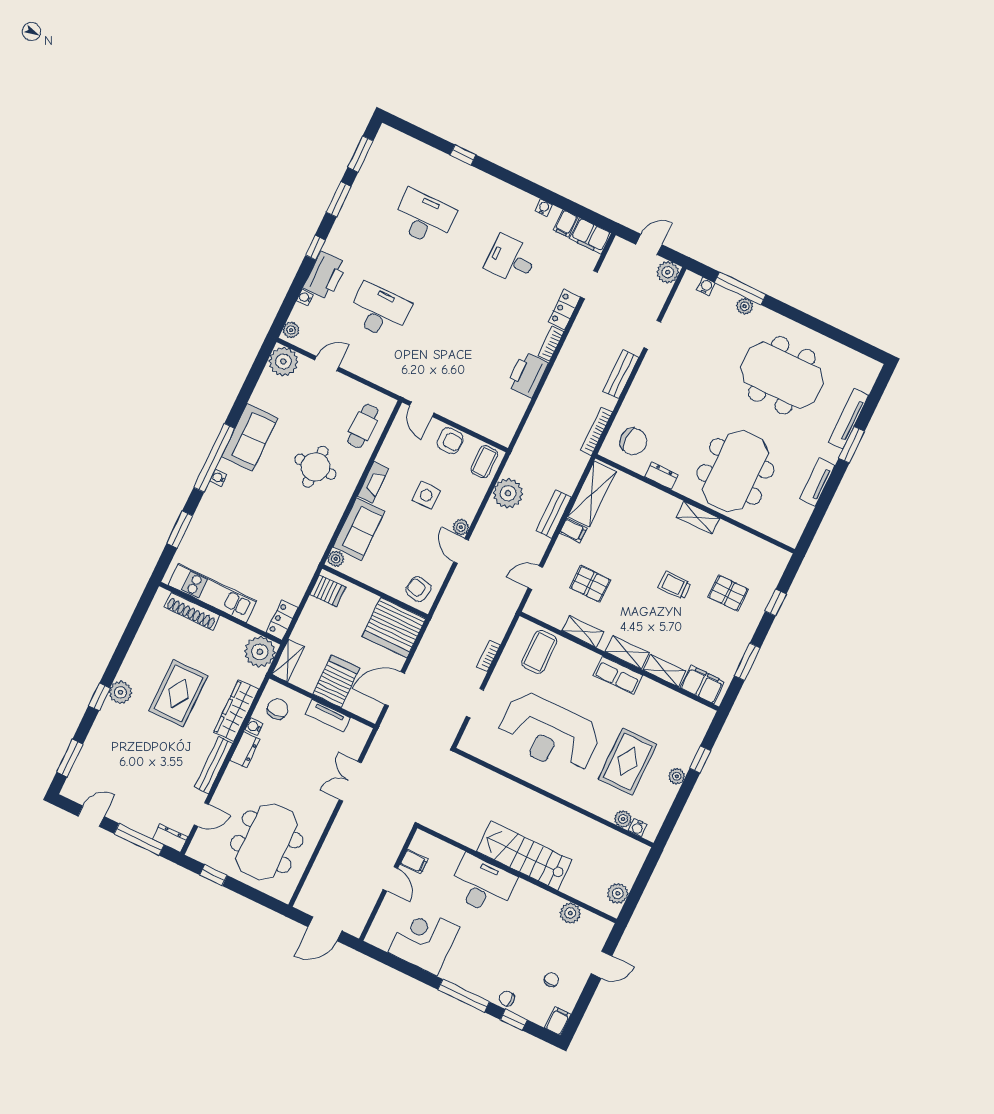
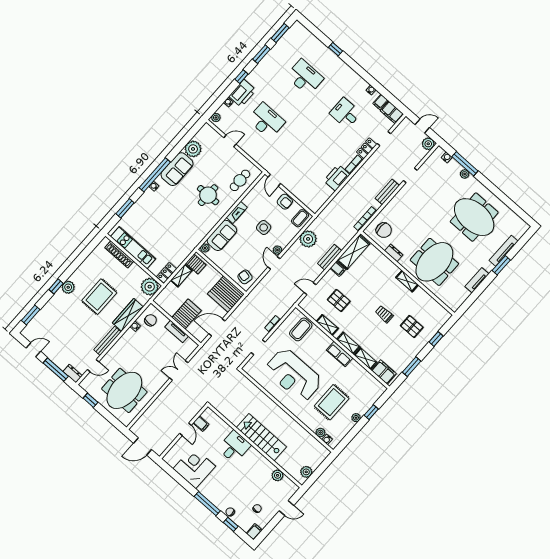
plant: (283, 362) -> (193, 149), moved
shelving: (288, 660) -> (181, 275), moved
dresser: (245, 750) -> (127, 337), removed
desk: (482, 885) -> (234, 447), width x0.73

